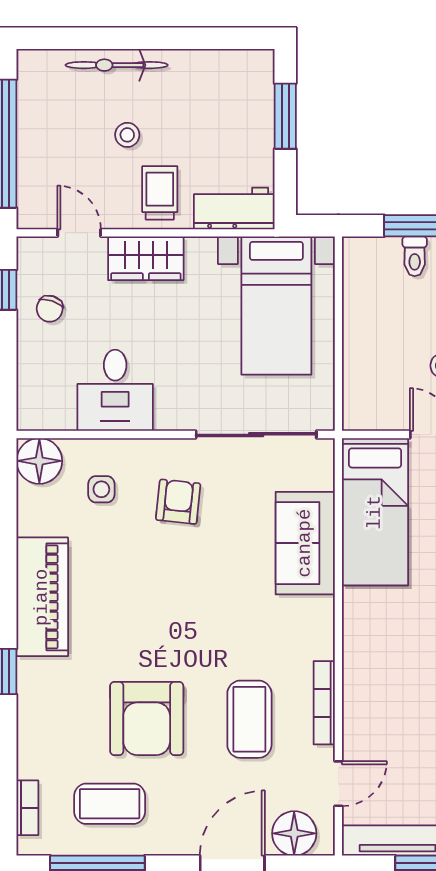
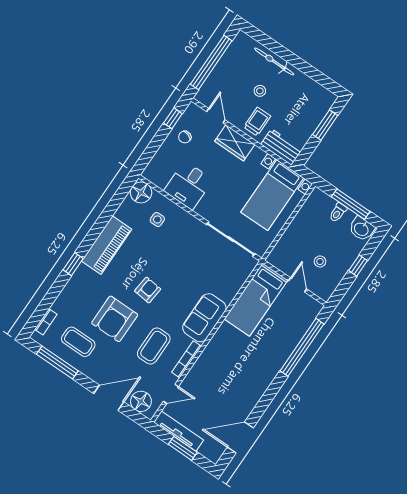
armchair: (178, 502) -> (148, 290), moved
sofa: (305, 543) -> (204, 318), moved

